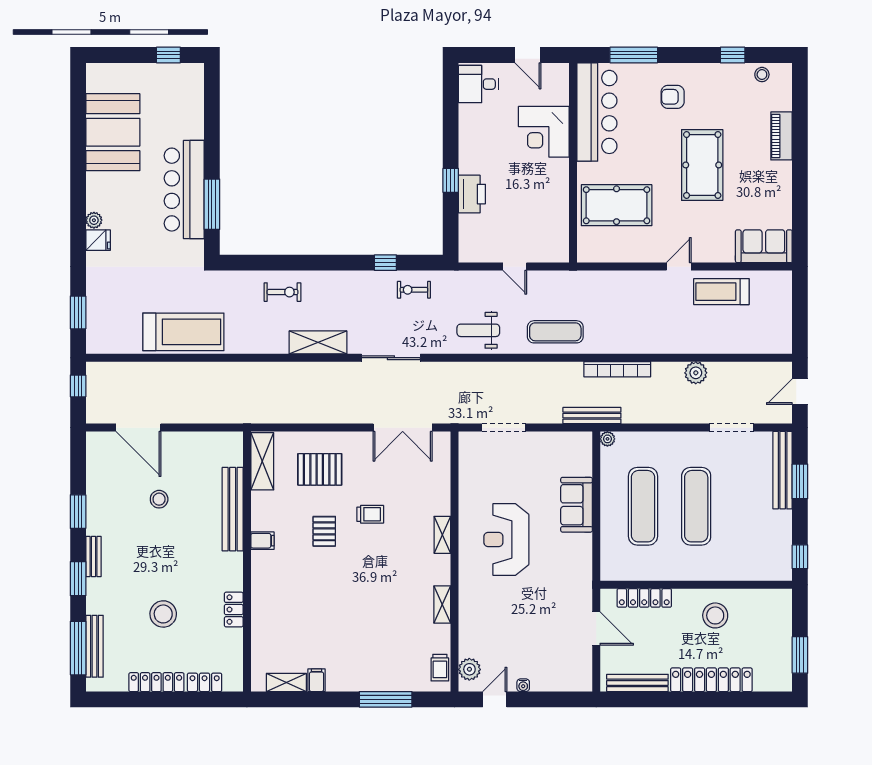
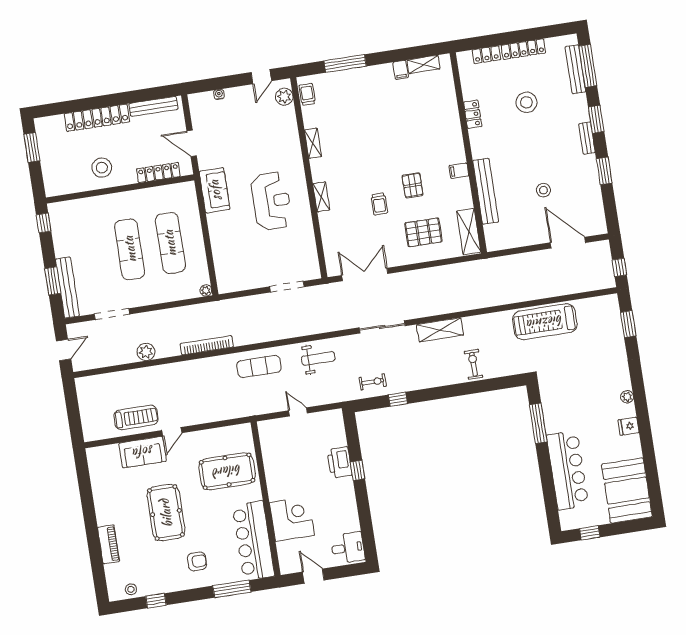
booth: (113, 132) -> (627, 491), moved
bar counter: (184, 190) -> (568, 470), moved
fridge: (98, 240) -> (628, 426), moved
sofa: (764, 246) -> (143, 452), moved
exercise bike: (283, 292) -> (473, 364), turned 90
bench: (592, 416) -> (221, 307), removed
sofa: (577, 505) -> (215, 190), moved
trolley: (370, 514) -> (379, 204), turned -90
water cooler: (523, 685) -> (219, 94), moved

